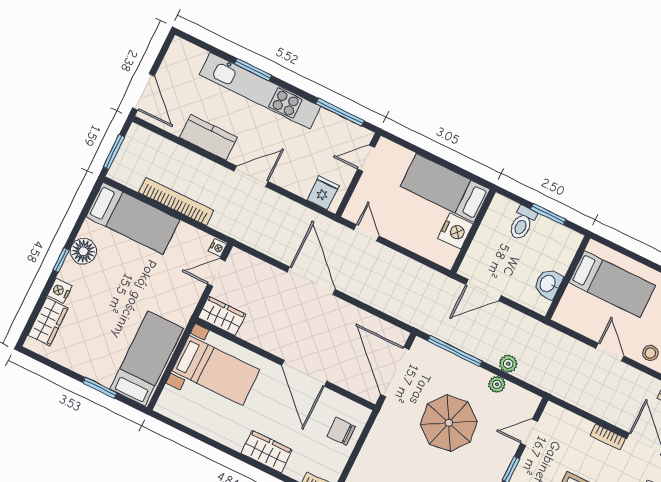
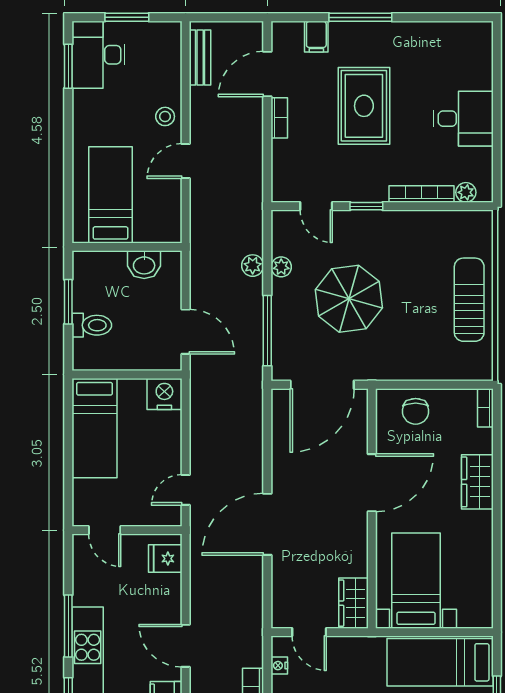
window: (340, 112) -> (68, 626), moved
nightstand: (455, 231) -> (164, 394), moved
nightstand: (218, 248) -> (279, 666), moved, turned -90

